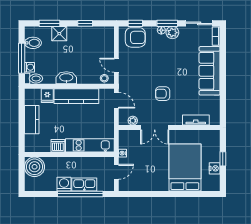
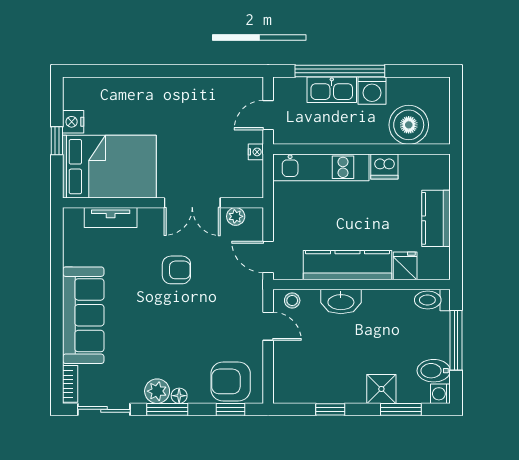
washing machine: (30, 67) -> (440, 394), moved
washbasin: (66, 78) -> (341, 301), moved
double door: (155, 127) -> (192, 203), swing flipped
boiler: (35, 167) -> (409, 125), moved
bed: (185, 167) -> (109, 167), moved, turned -90

